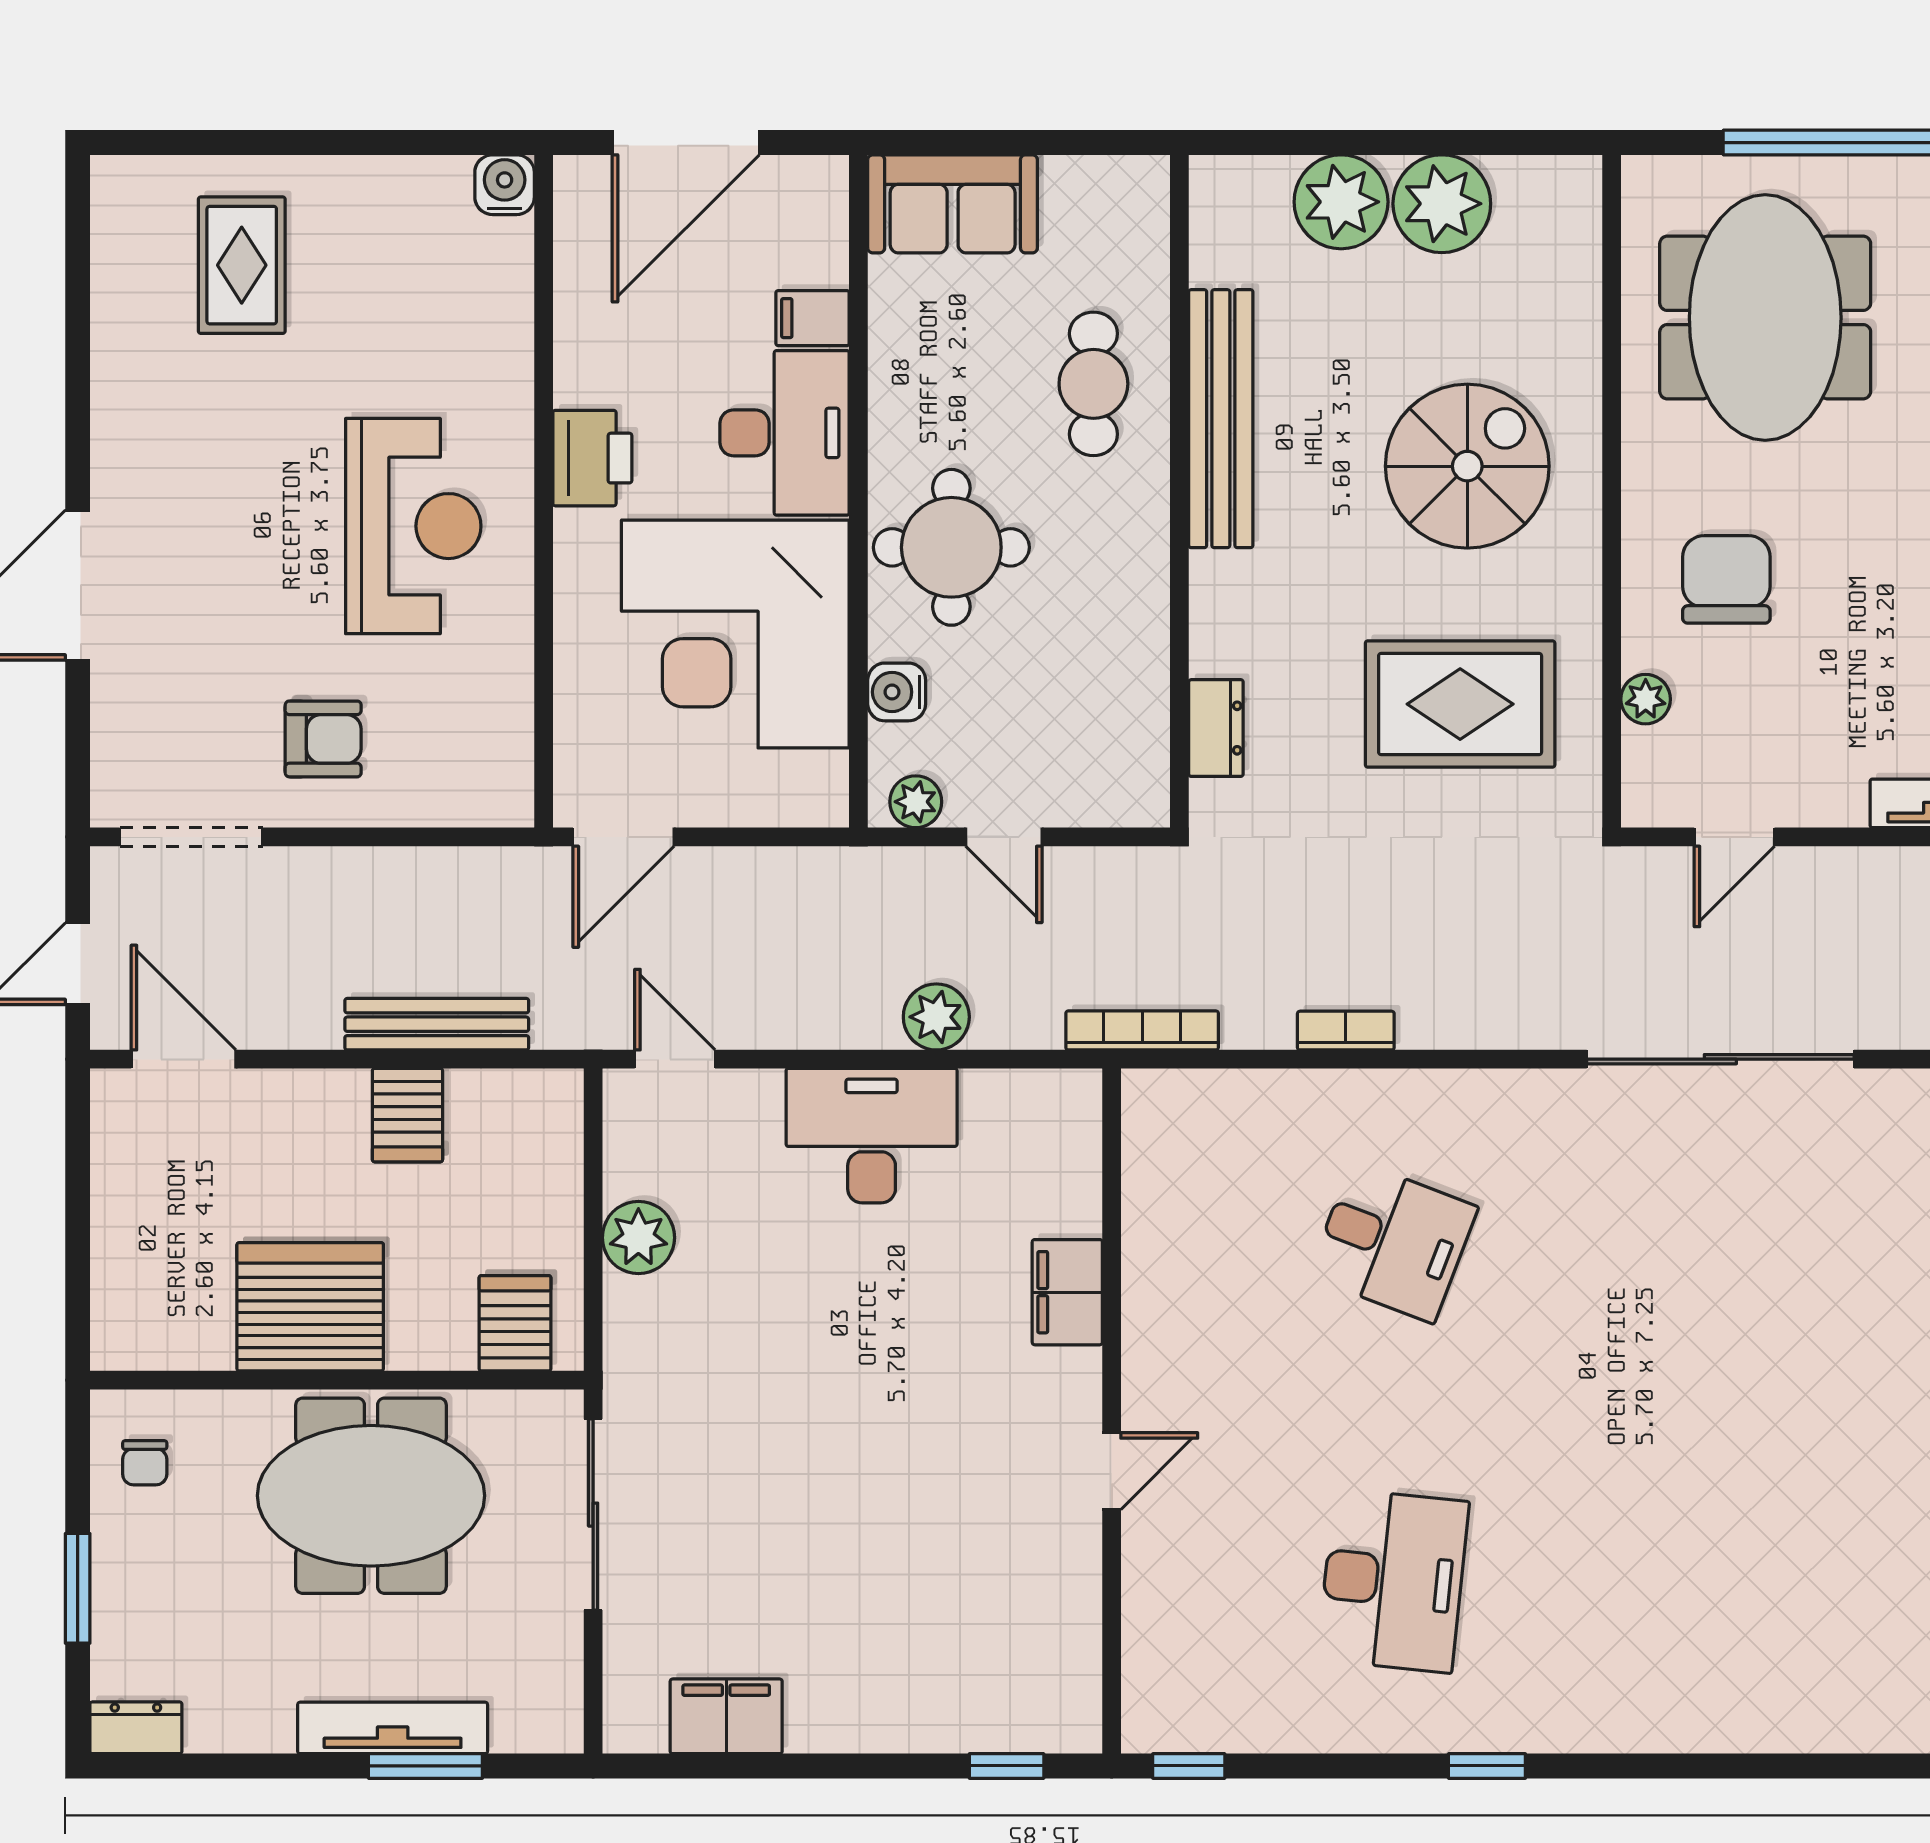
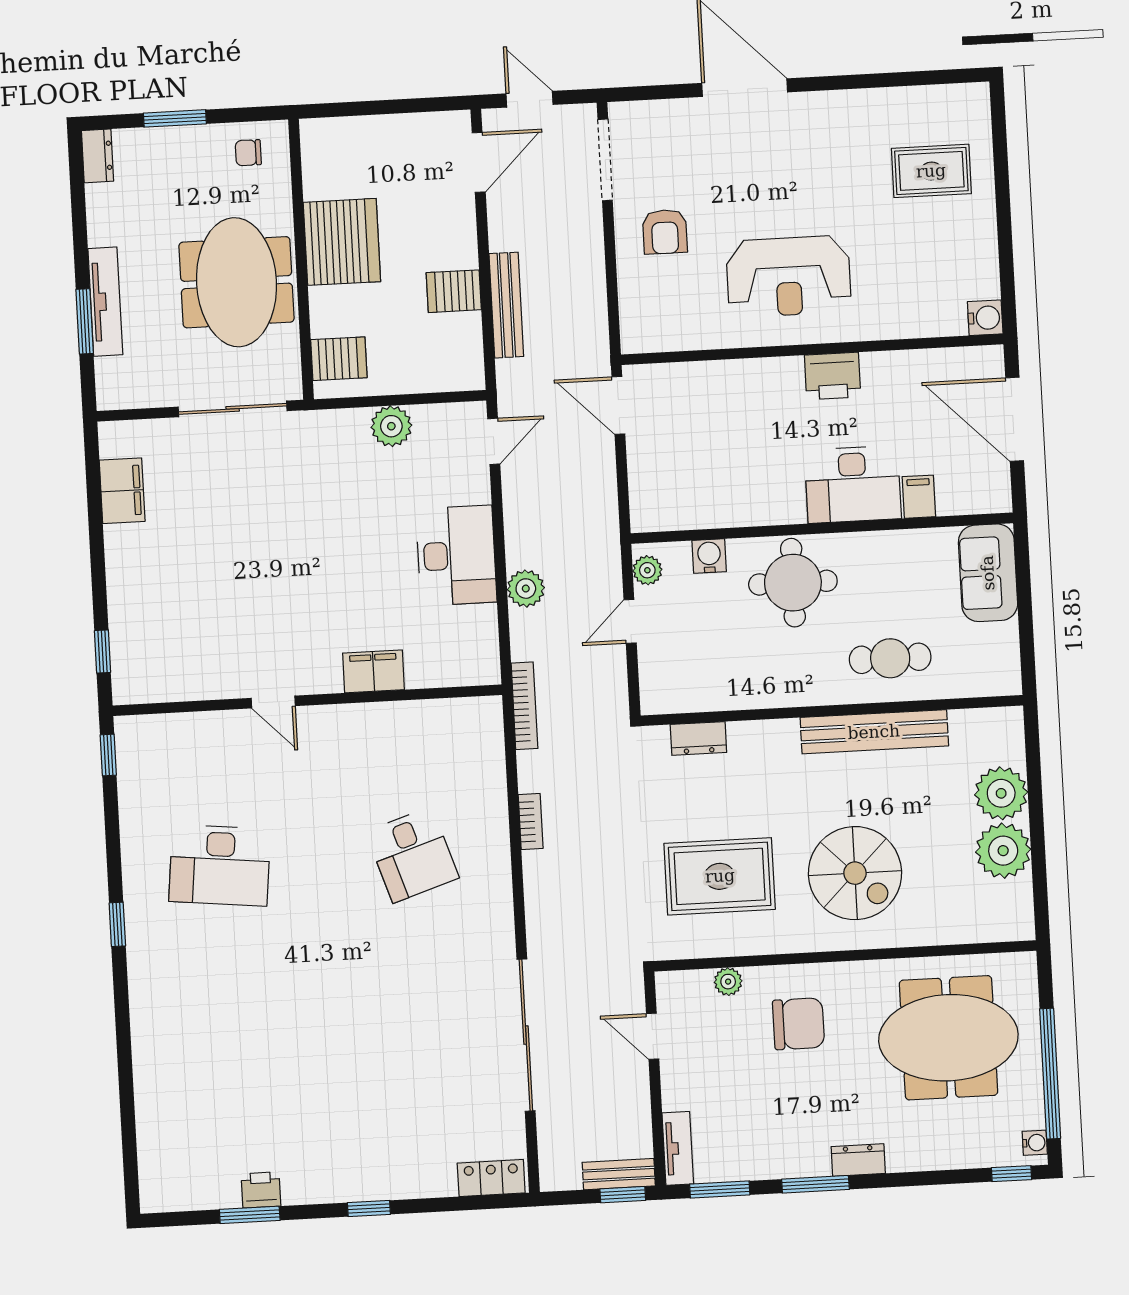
corner desk: (735, 634) -> (737, 463), removed
rug: (1460, 704) -> (720, 876), turned 90
desk: (1393, 1242) -> (412, 855), turned -39

